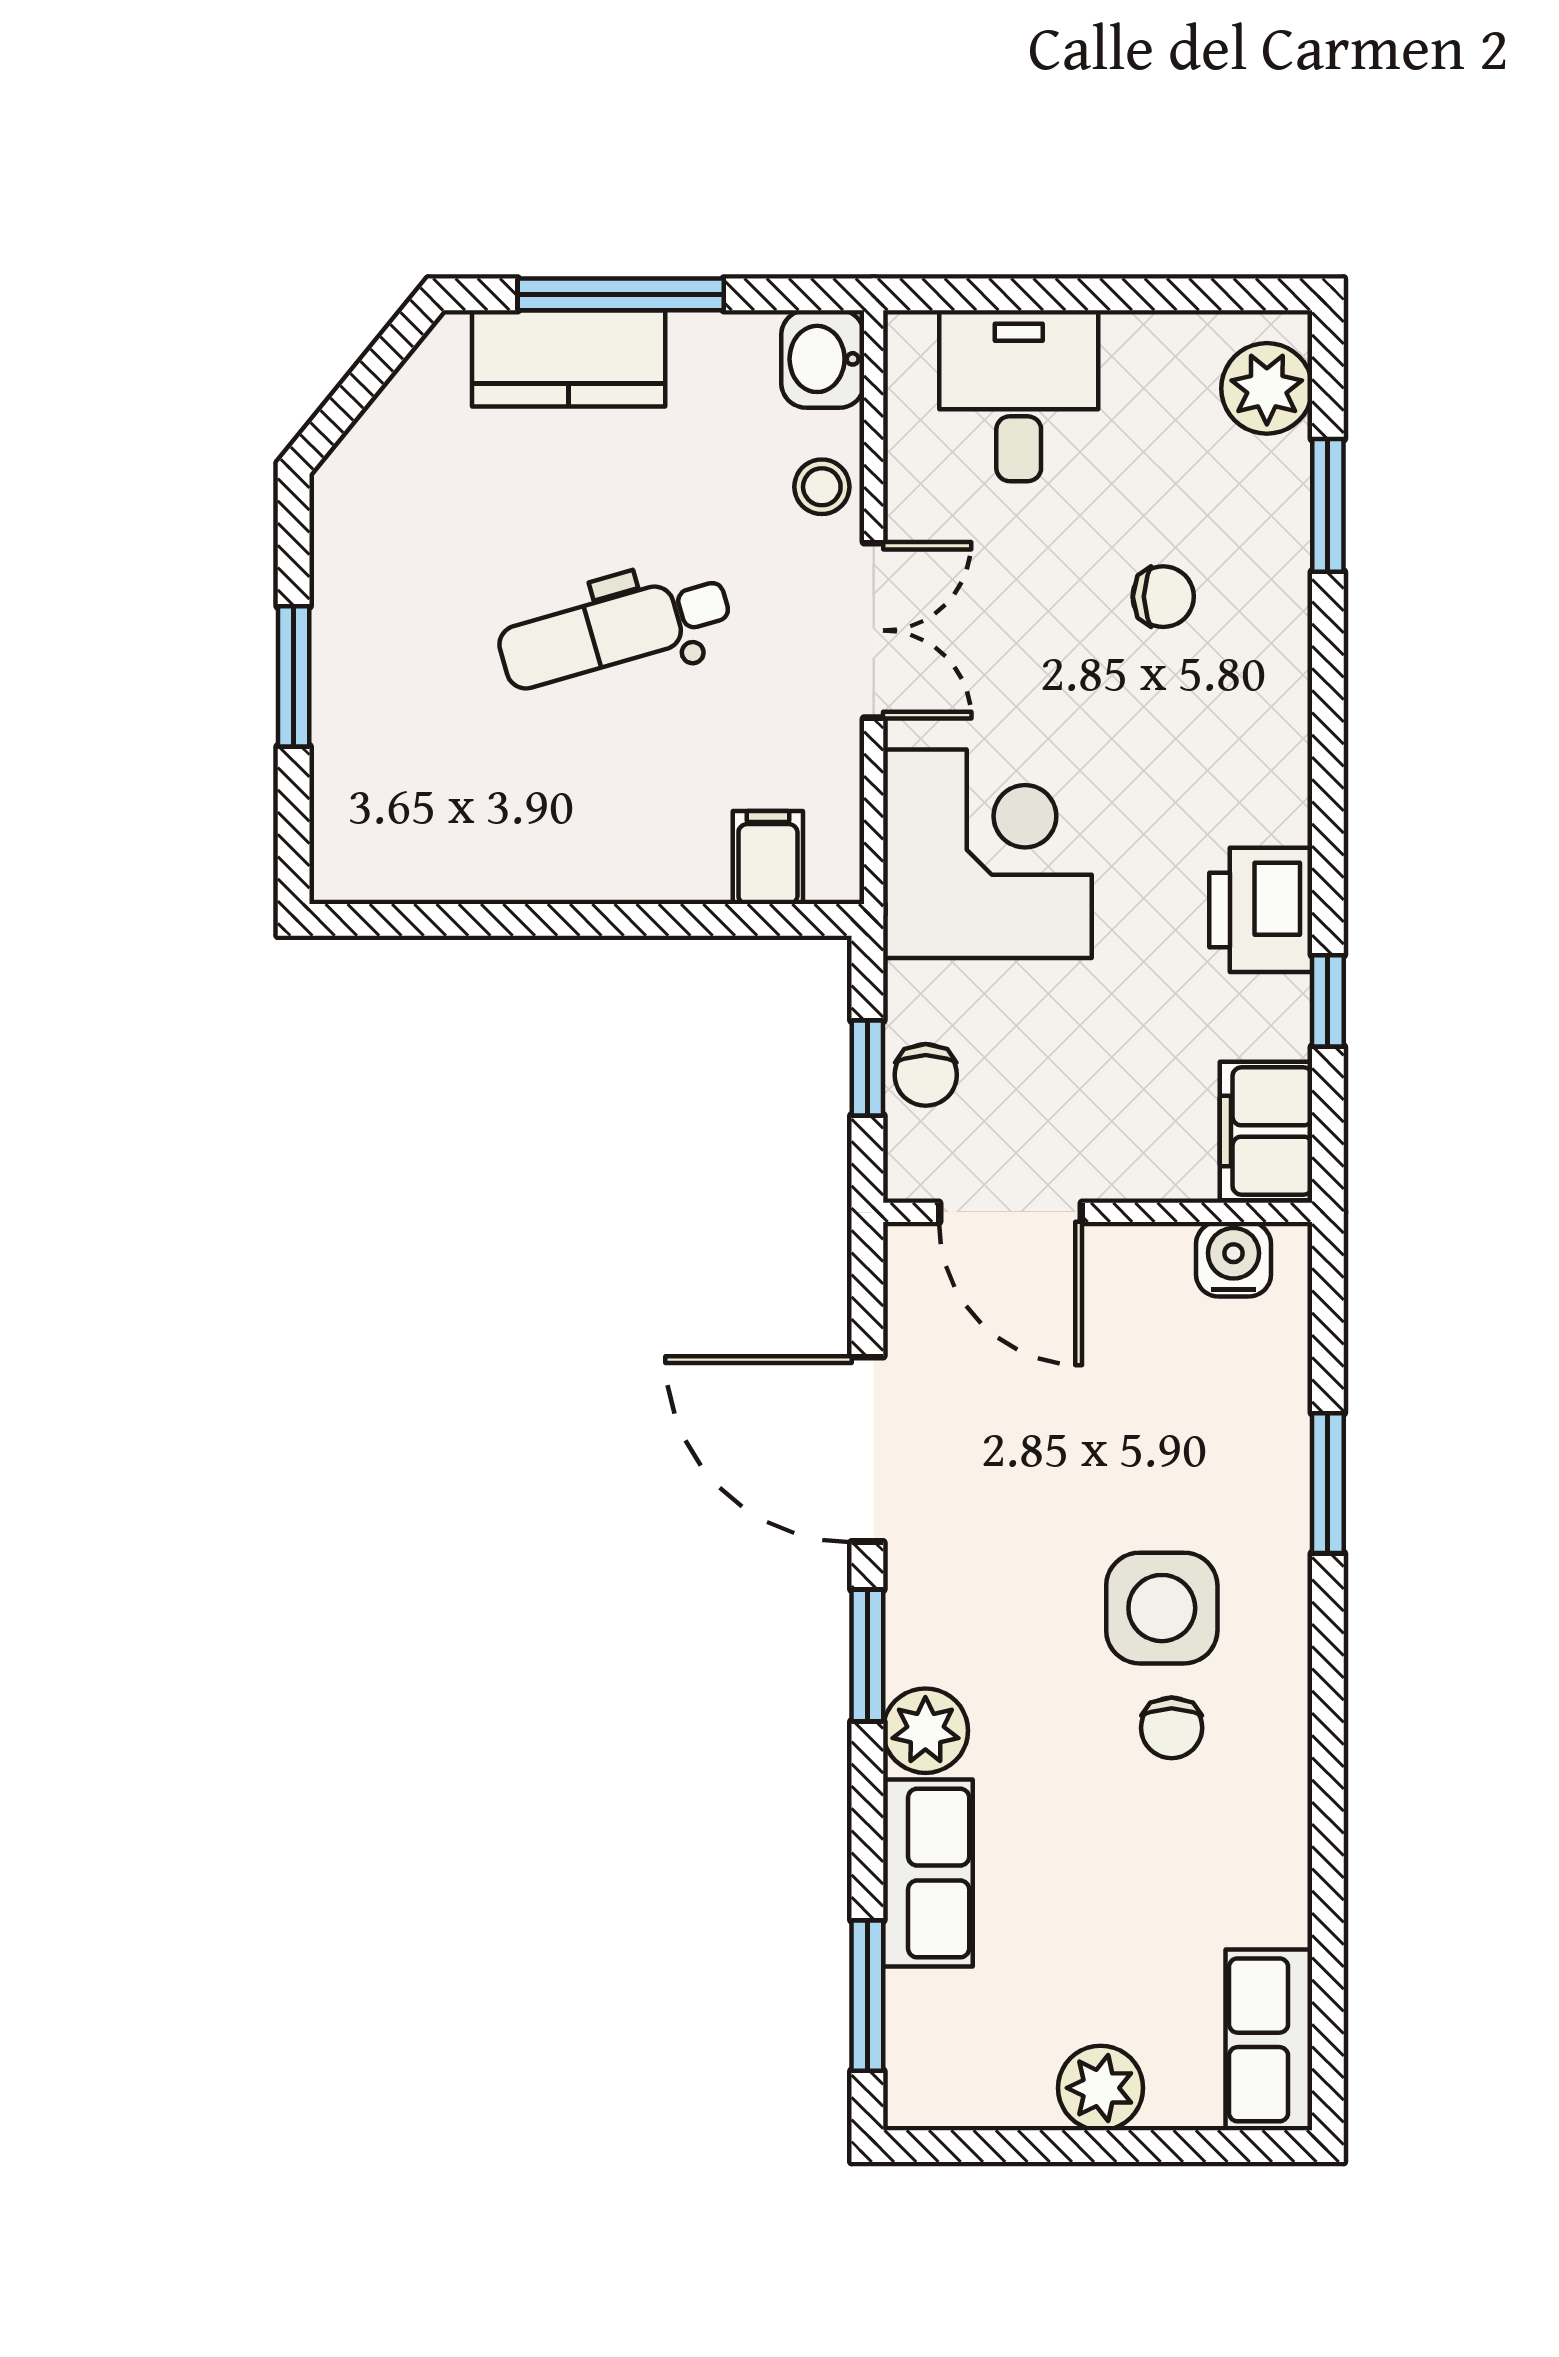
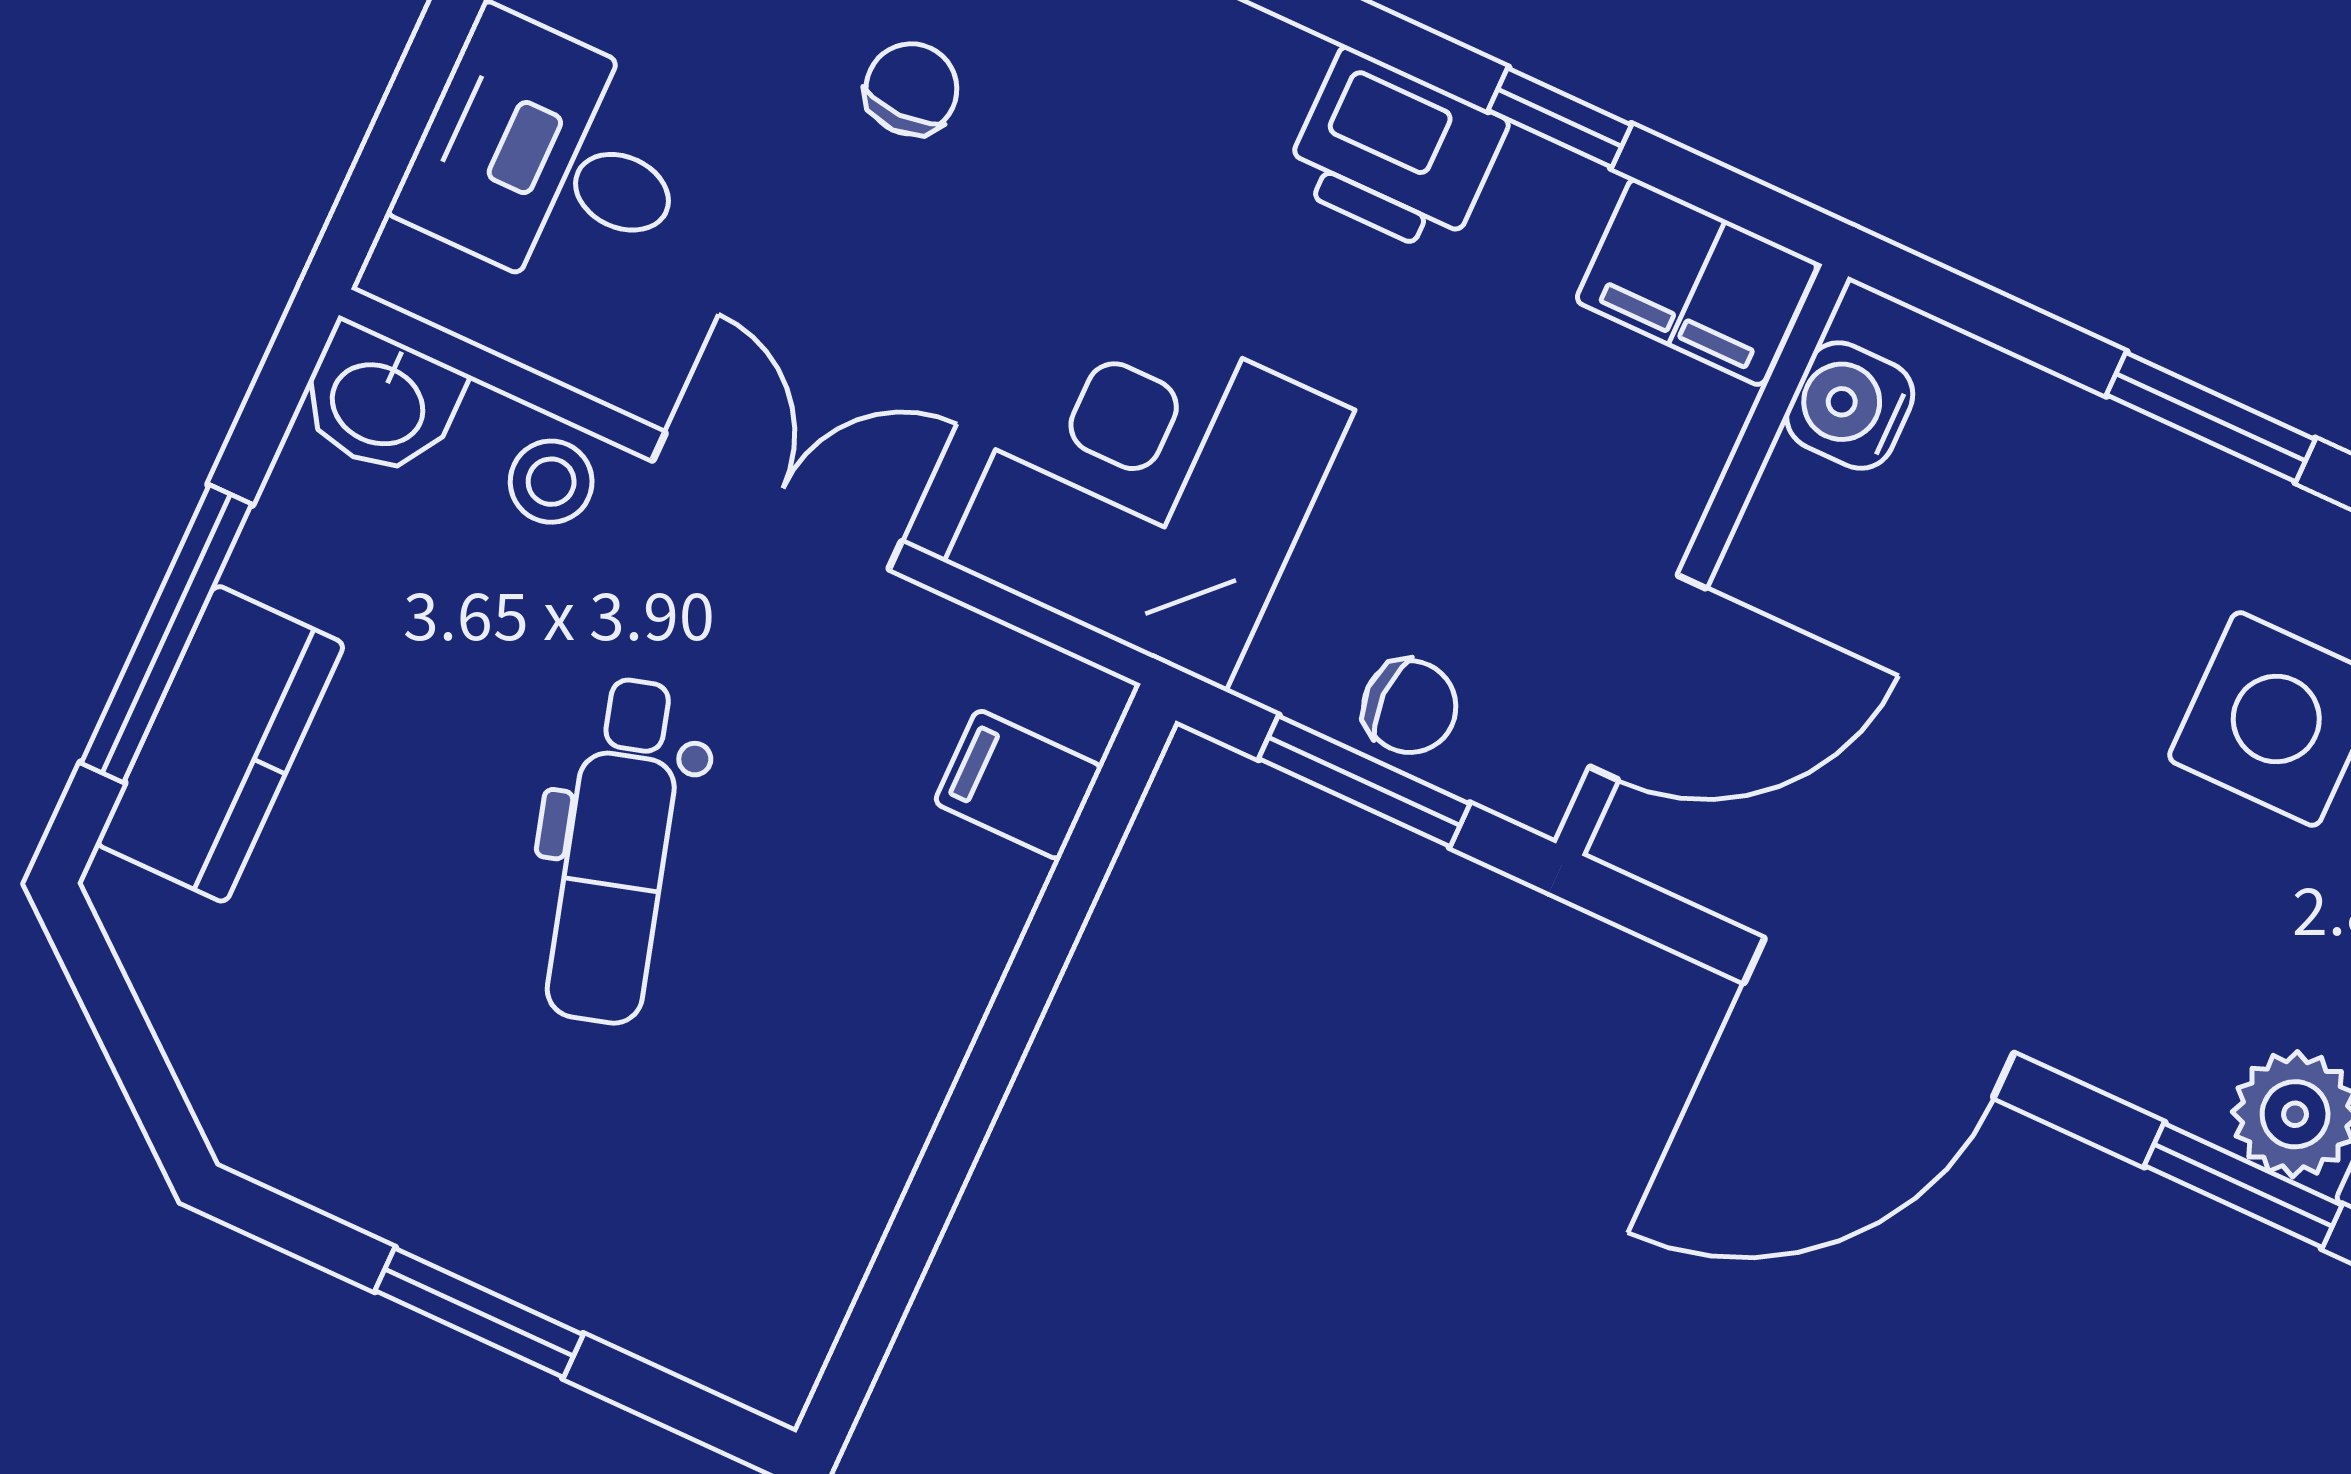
window: (867, 1068) -> (1364, 781), width x1.50
window: (867, 1655) -> (2243, 1185), moved

